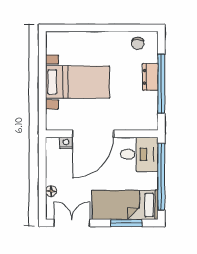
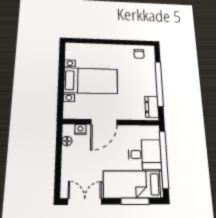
dresser: (150, 77) -> (152, 107), moved
door: (93, 134) -> (104, 122), width x0.73
desk: (139, 154) -> (145, 155), moved
floor lamp: (51, 191) -> (67, 141), moved

